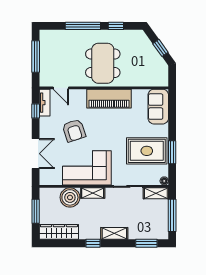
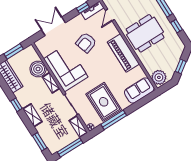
plant: (157, 78) -> (159, 77), added
window: (172, 152) -> (114, 120), width x1.44
double door: (36, 154) -> (53, 26), swing flipped

